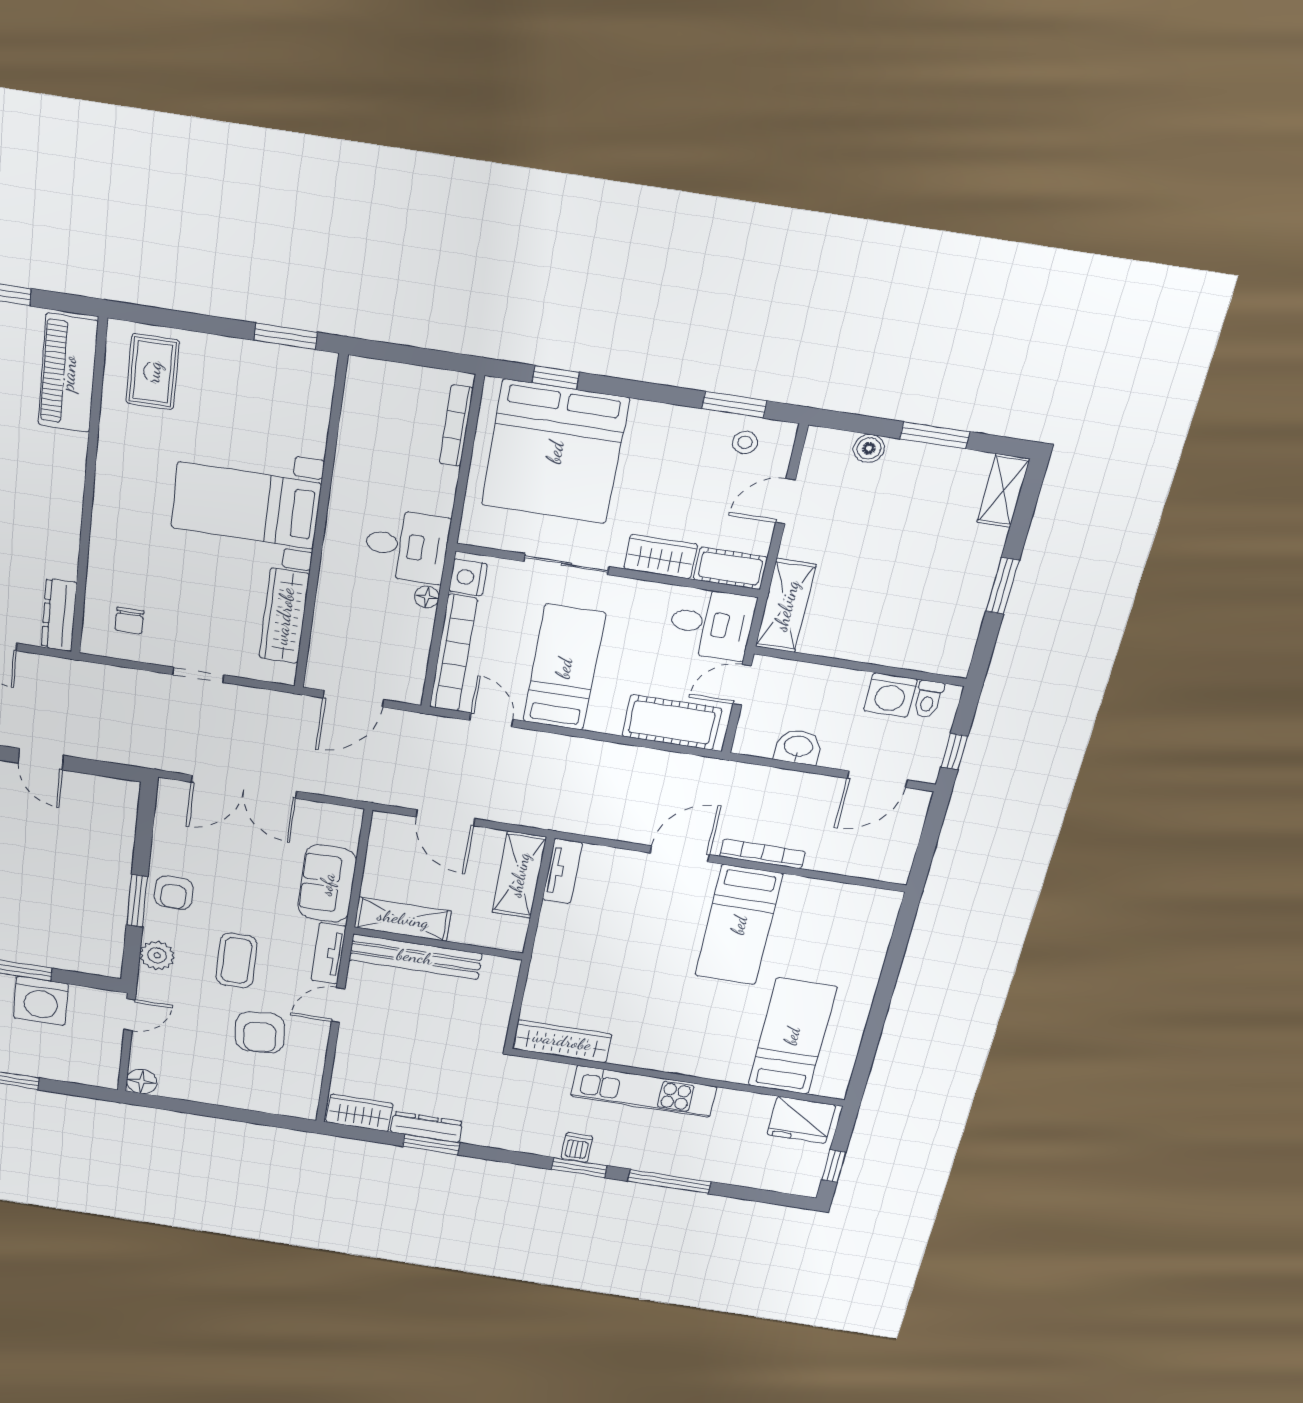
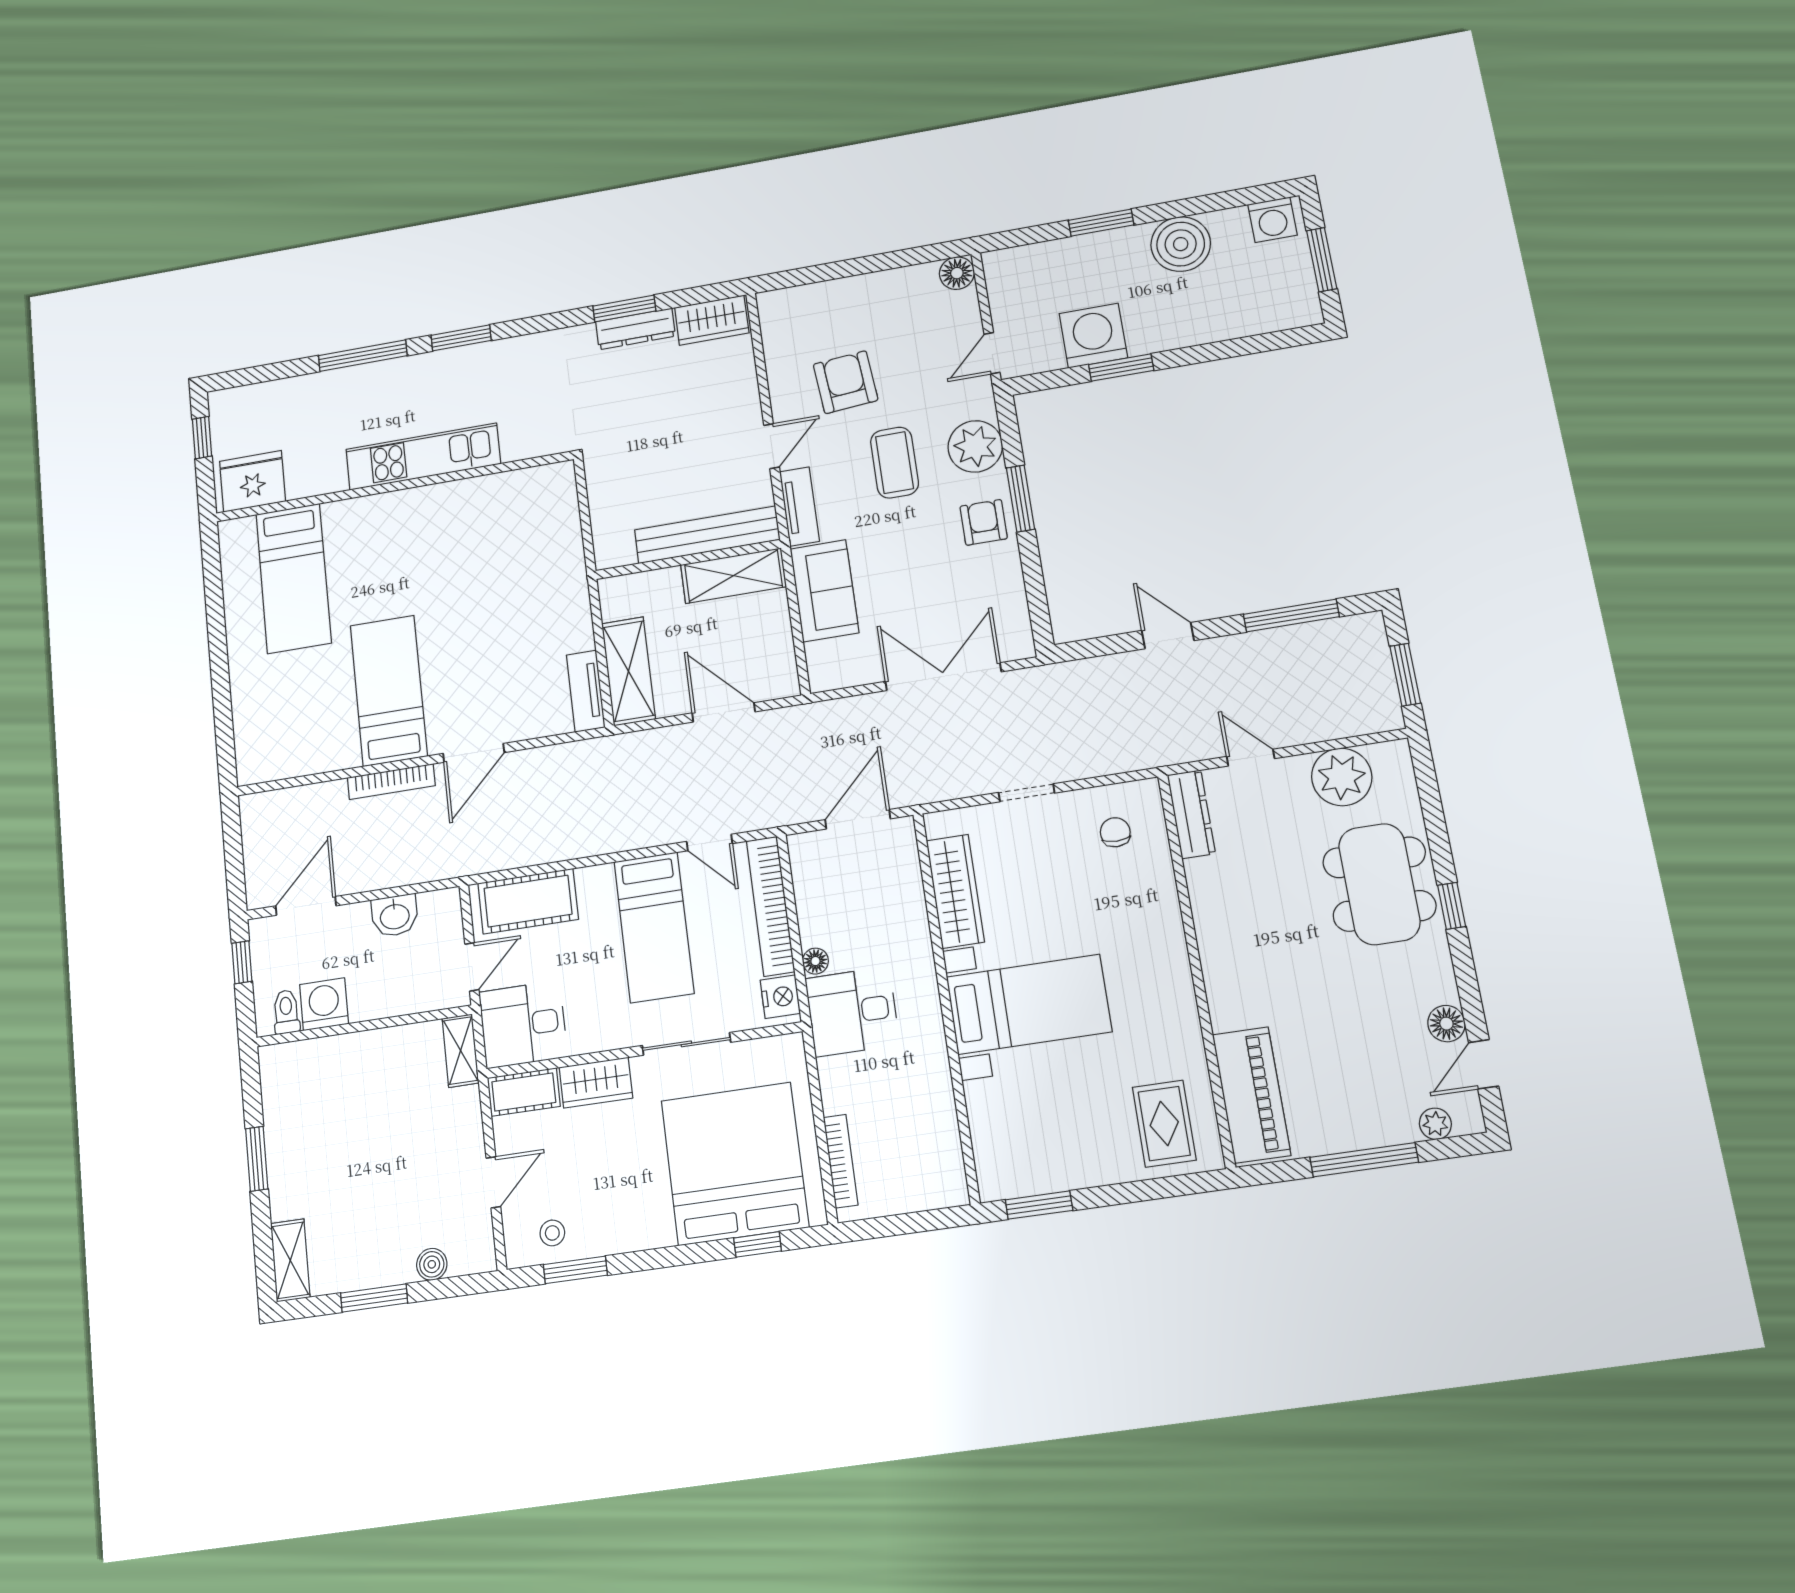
shelving: (786, 606) -> (461, 1051), width x0.67, depth x0.75
plant: (157, 955) -> (975, 446), width x1.36, depth x1.36
wardrobe: (562, 1041) -> (525, 487), removed
dishwasher: (577, 1147) -> (471, 362), removed

